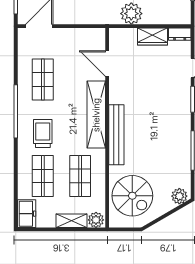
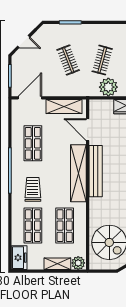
shelving: (79, 36) -> (64, 106), added
bench: (116, 135) -> (96, 171), moved

